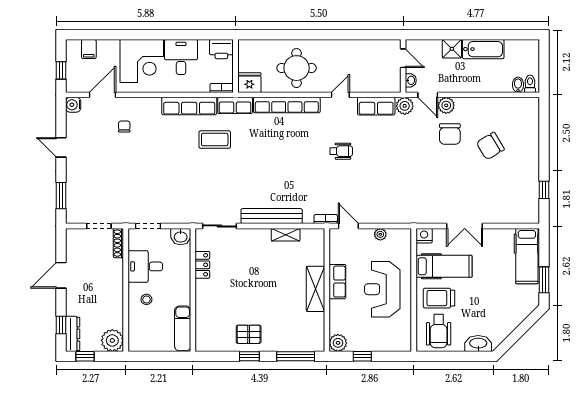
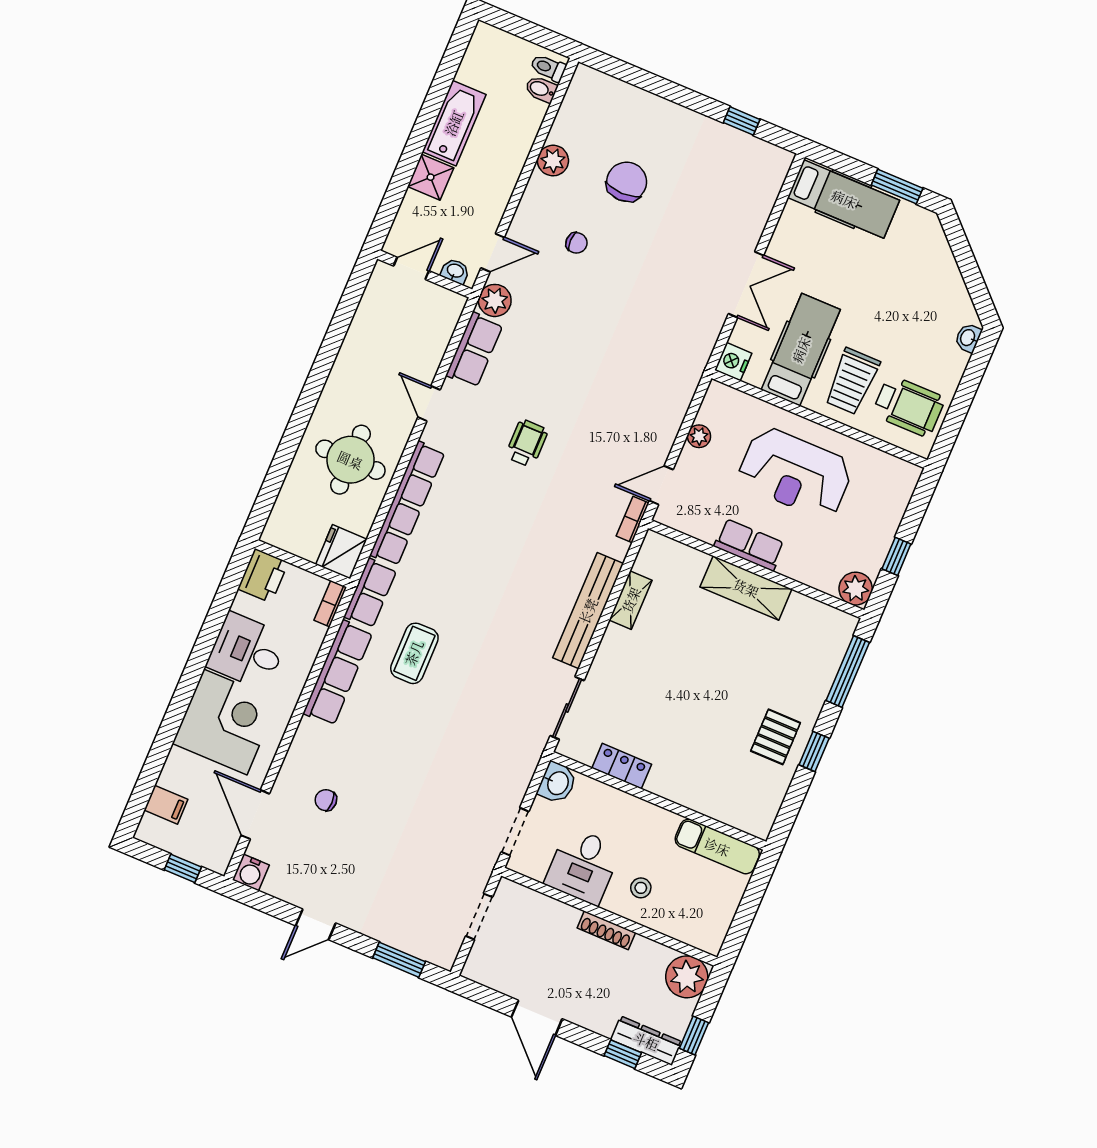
plant: (446, 105) -> (553, 161), moved
chair: (450, 134) -> (576, 243), width x0.54, depth x0.54
chair: (490, 146) -> (627, 182), turned -149
shoe rack: (118, 243) -> (606, 930), moved
washbasin: (478, 344) -> (968, 338), width x0.52, depth x0.69

